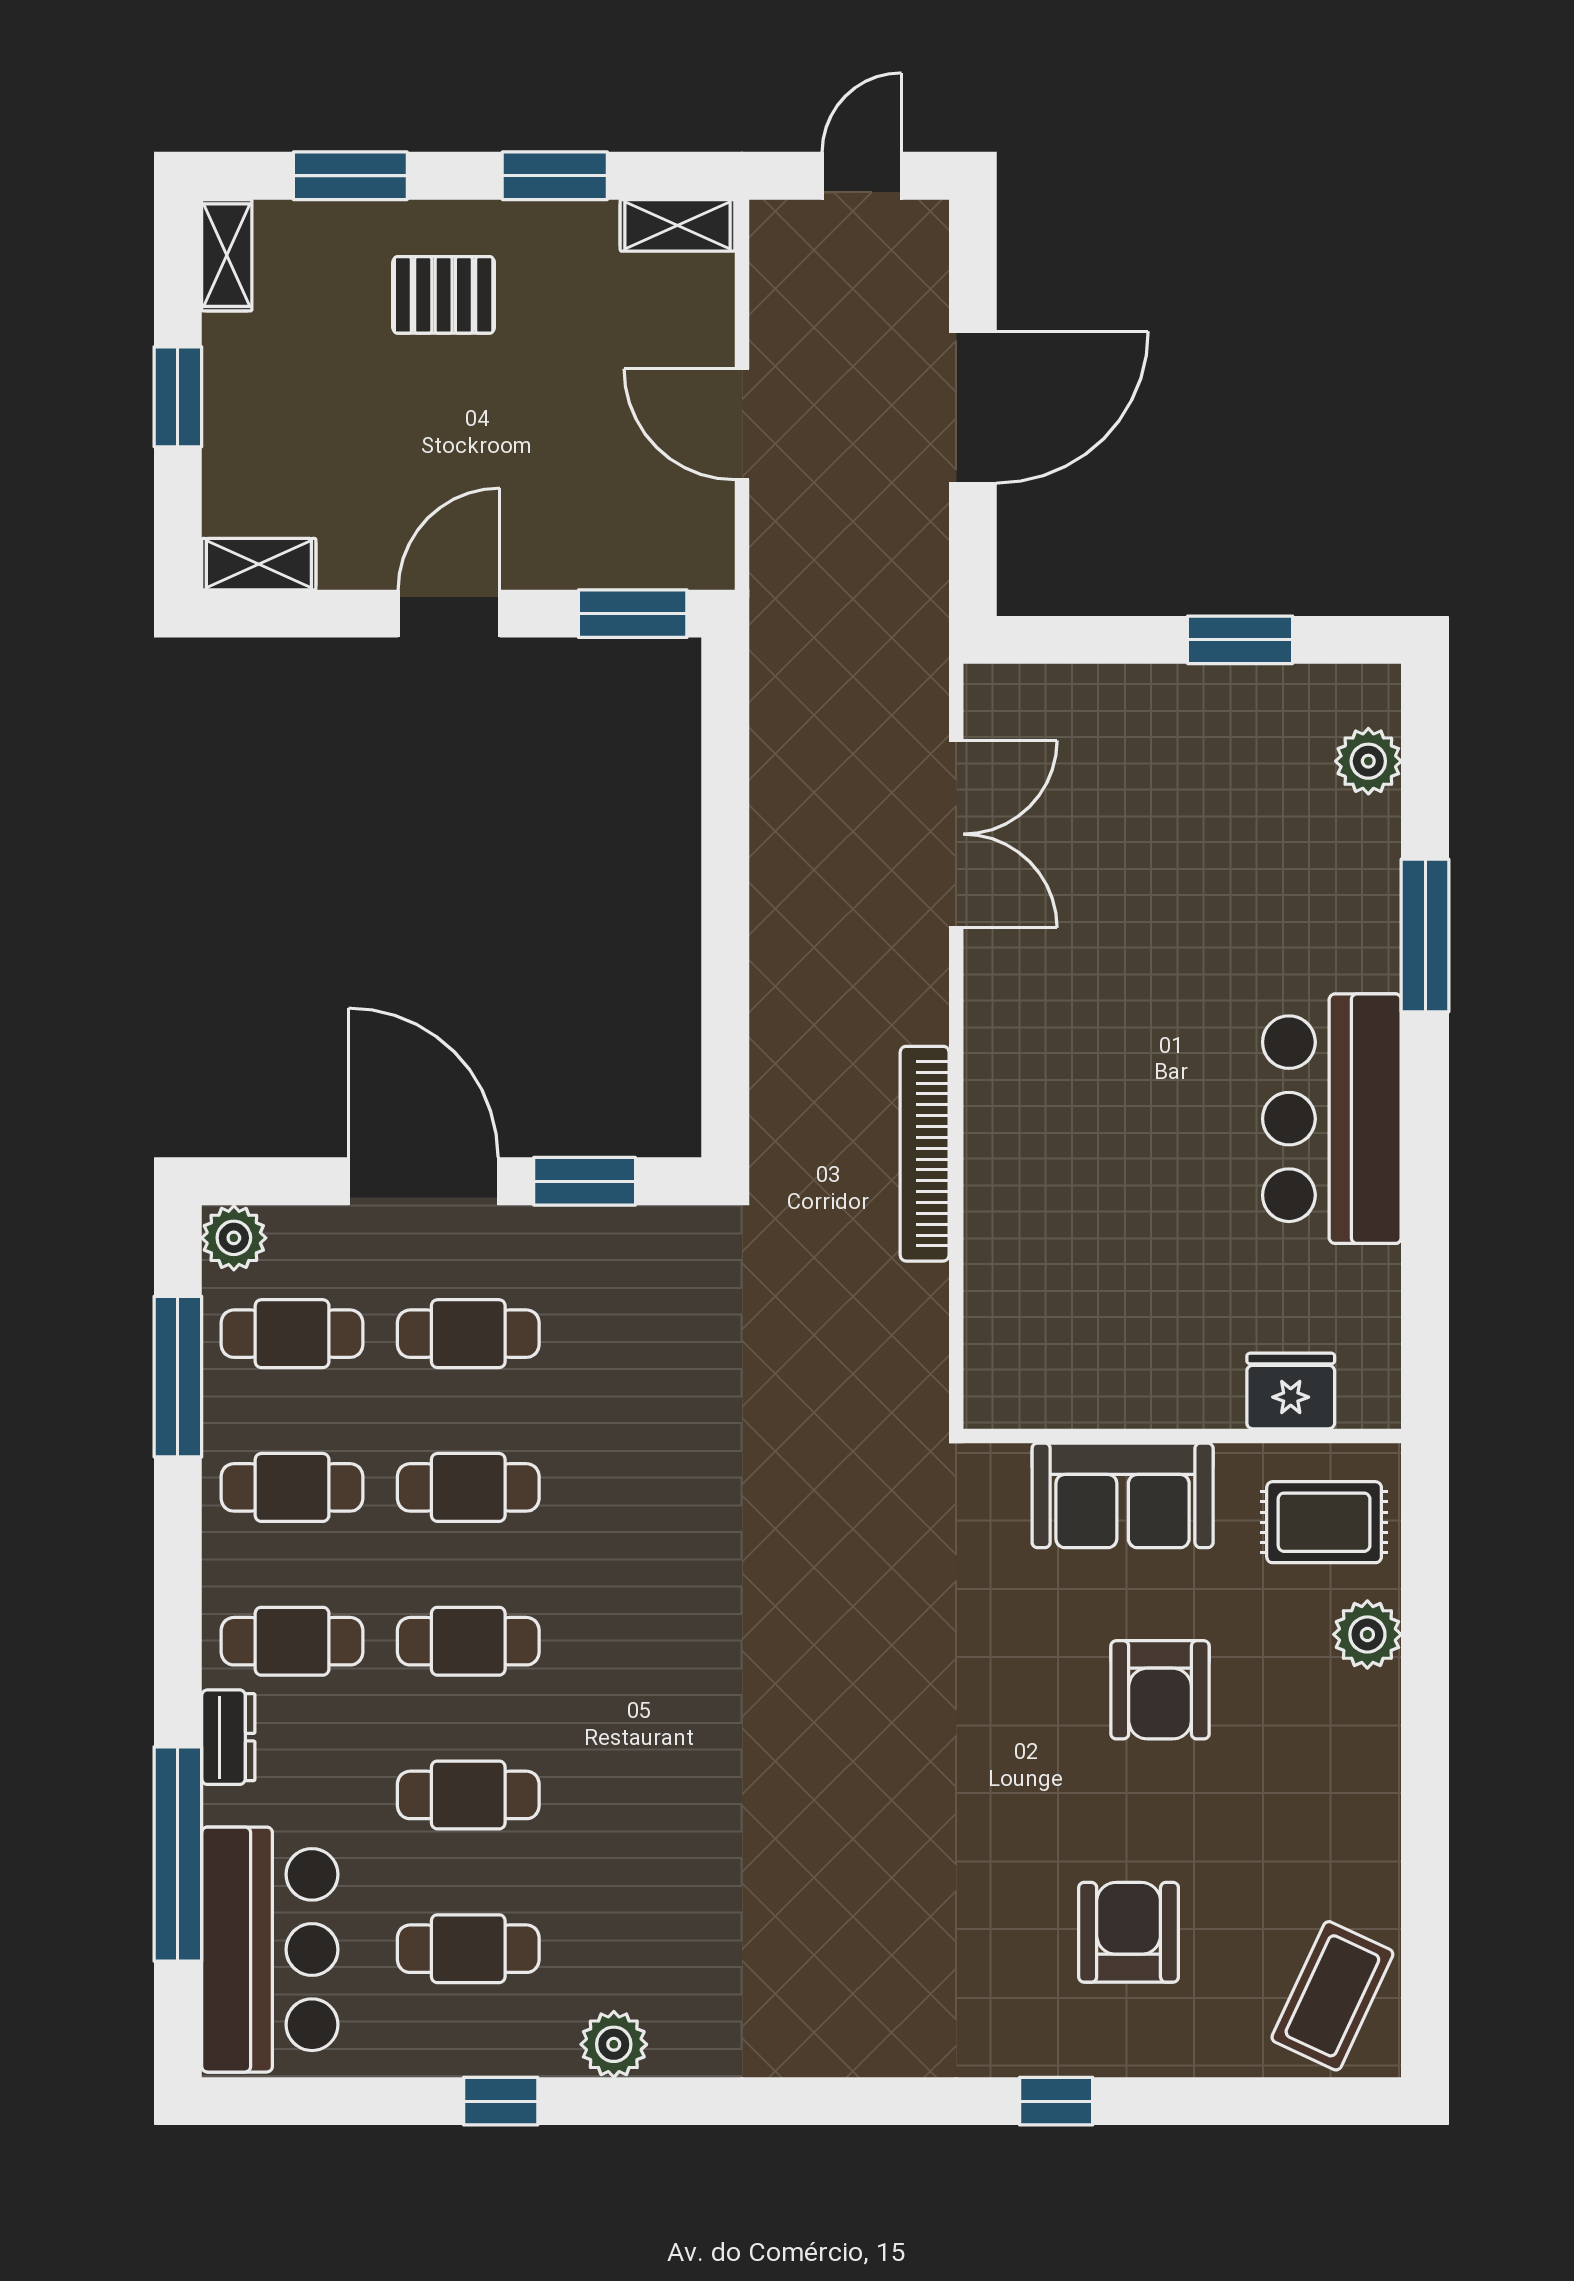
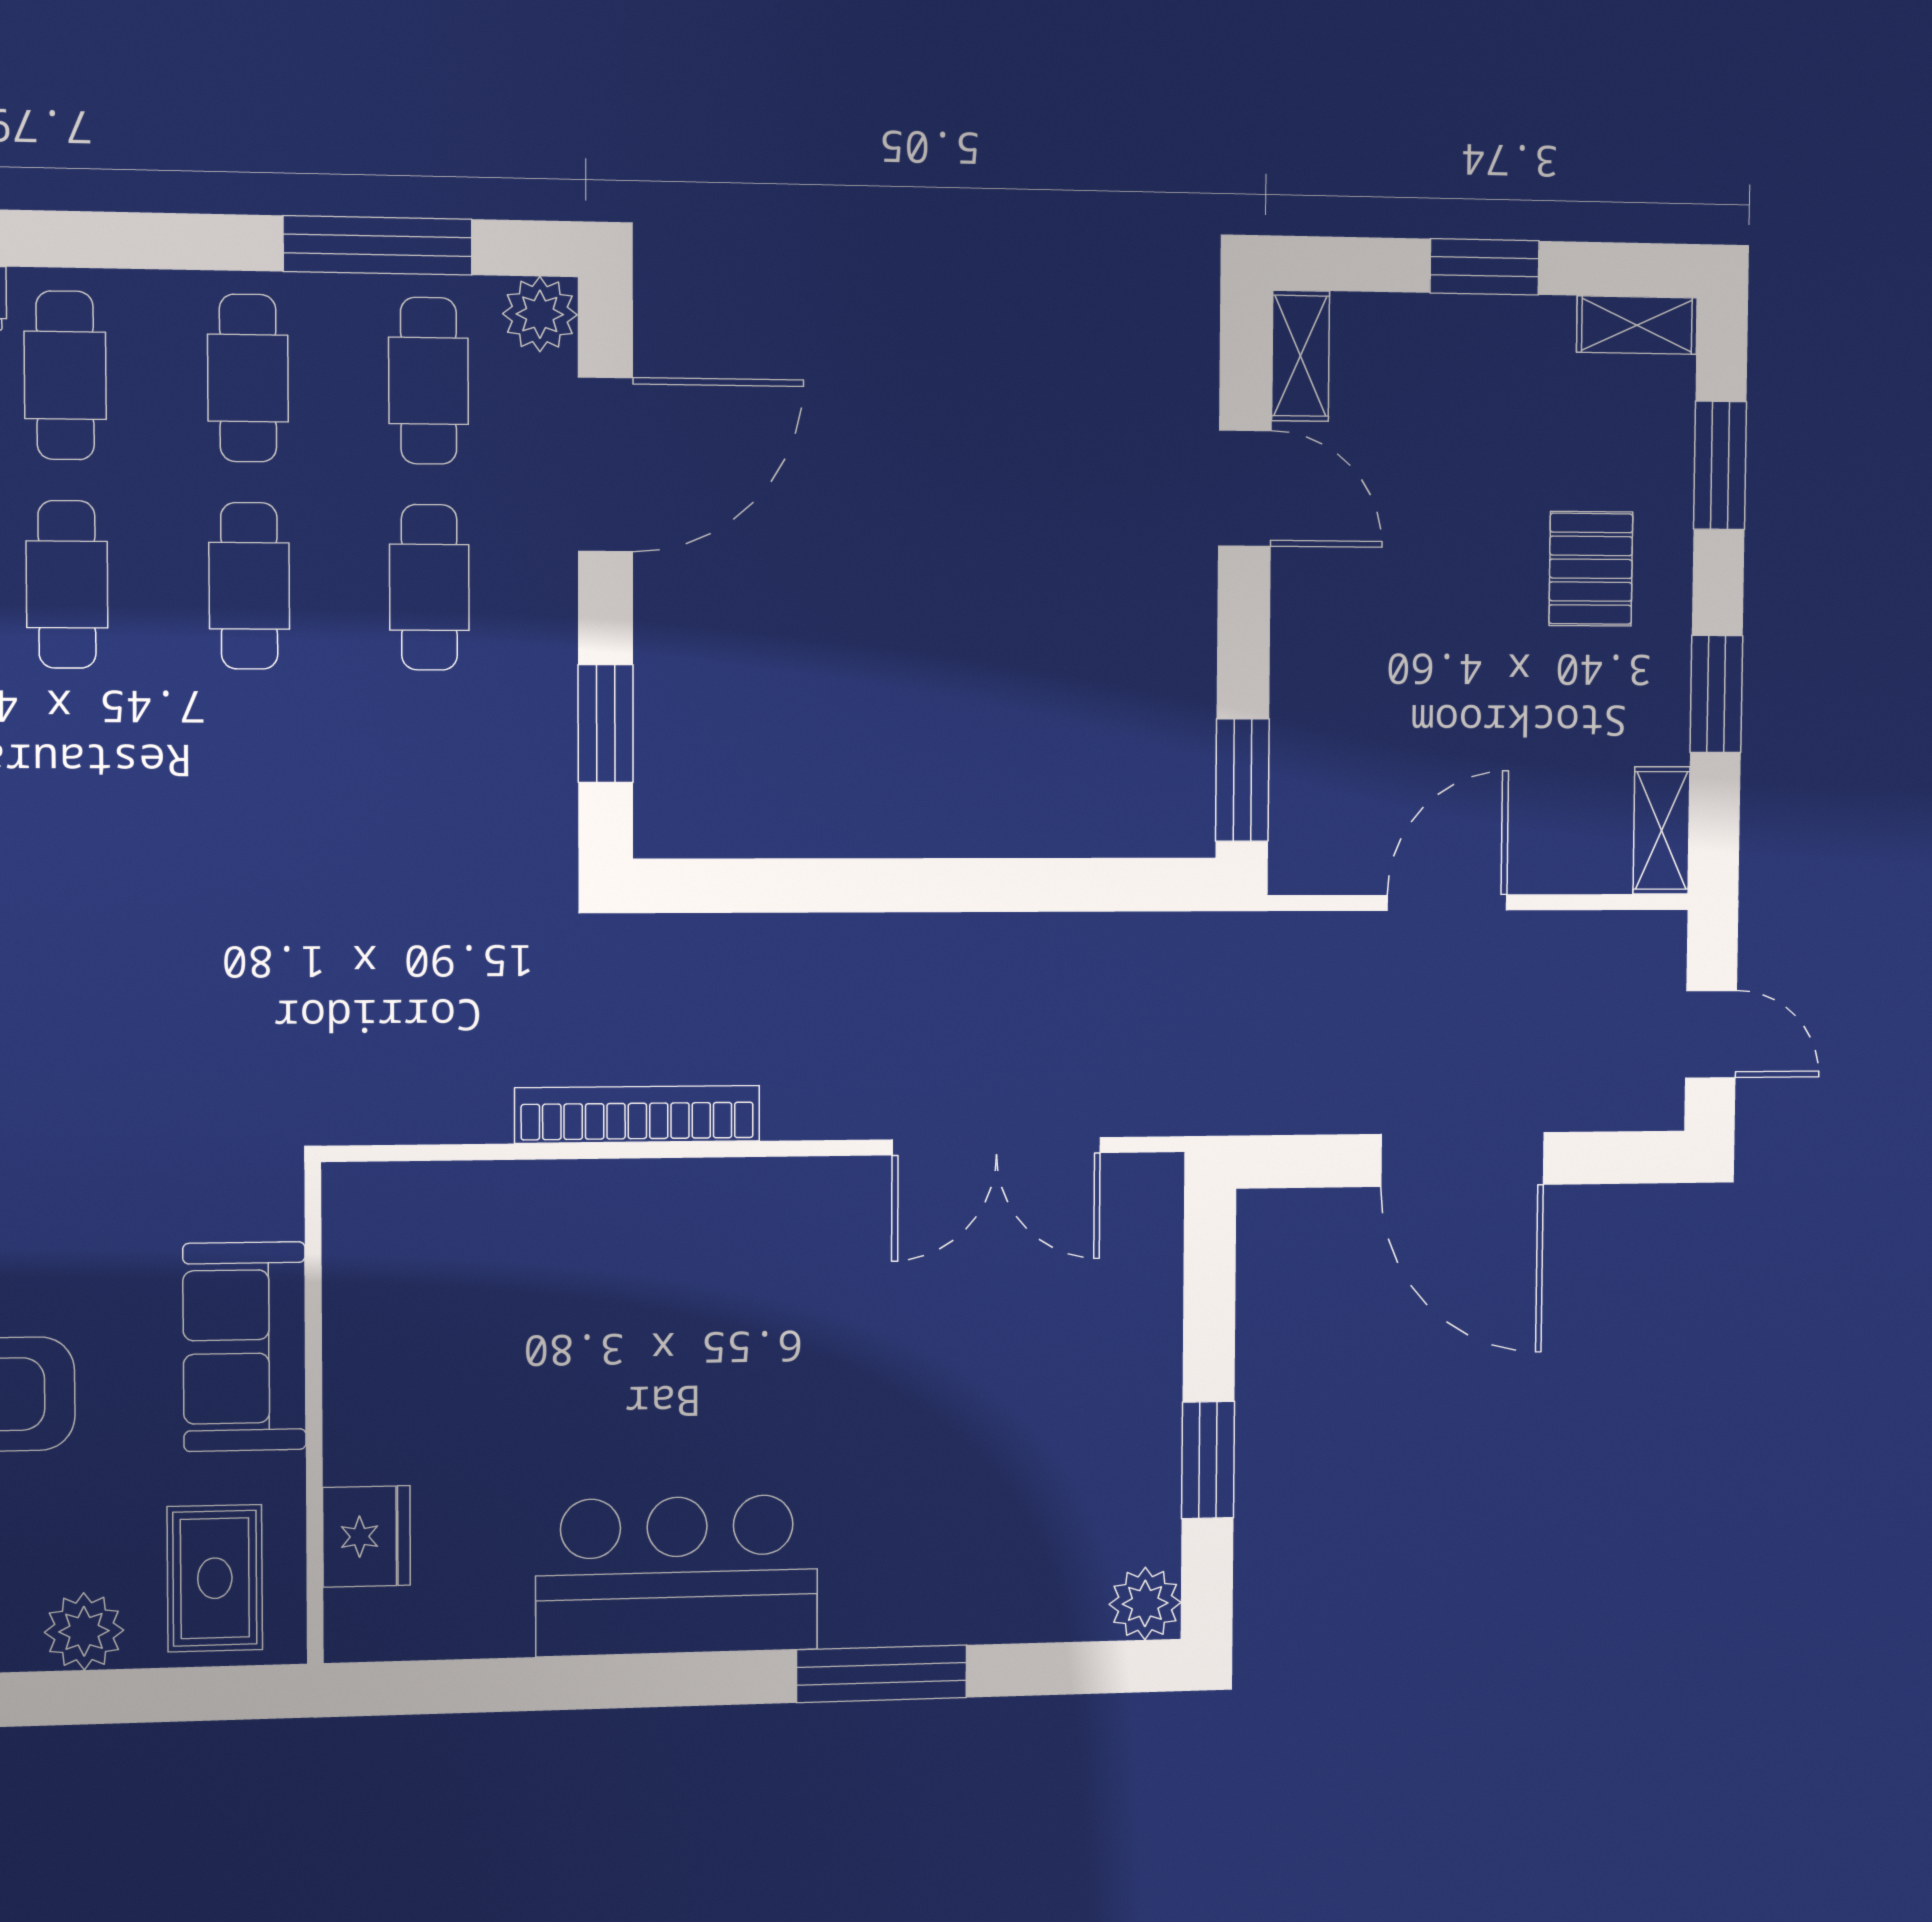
door: (449, 614) -> (1245, 488), moved
plant: (1368, 761) -> (1145, 1603), moved
door: (423, 1181) -> (605, 464), moved

